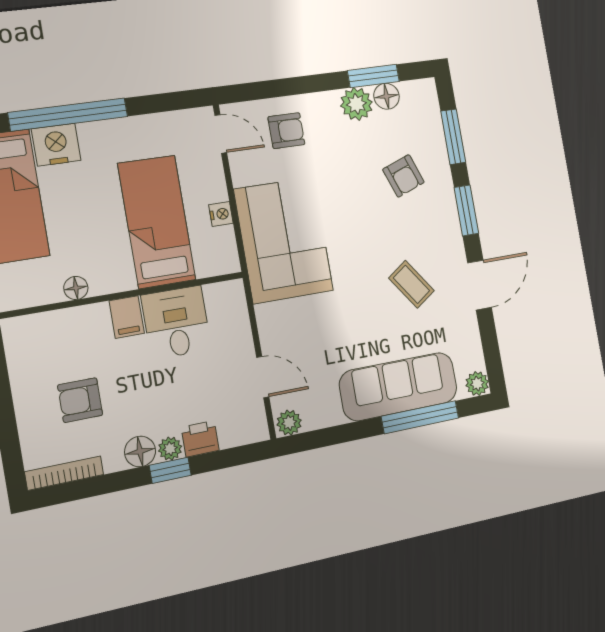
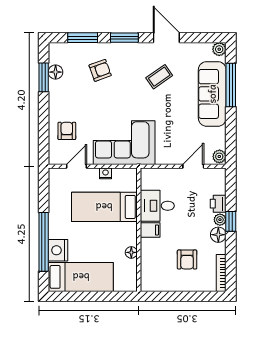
plant: (356, 104) -> (57, 90), removed
door: (221, 134) -> (77, 166), moved

